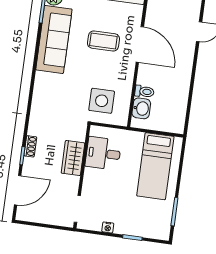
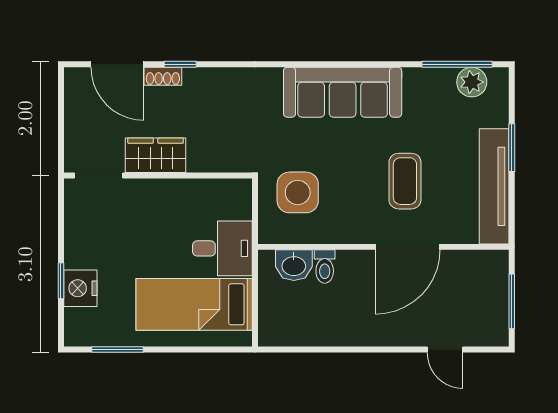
sofa: (54, 39) -> (343, 92), moved
shoe rack: (30, 146) -> (163, 76), moved
desk: (103, 153) -> (222, 248), moved, turned 90
wardrobe: (73, 158) -> (156, 155), moved
nightstand: (108, 227) -> (80, 288), moved, width x1.89, depth x1.79

